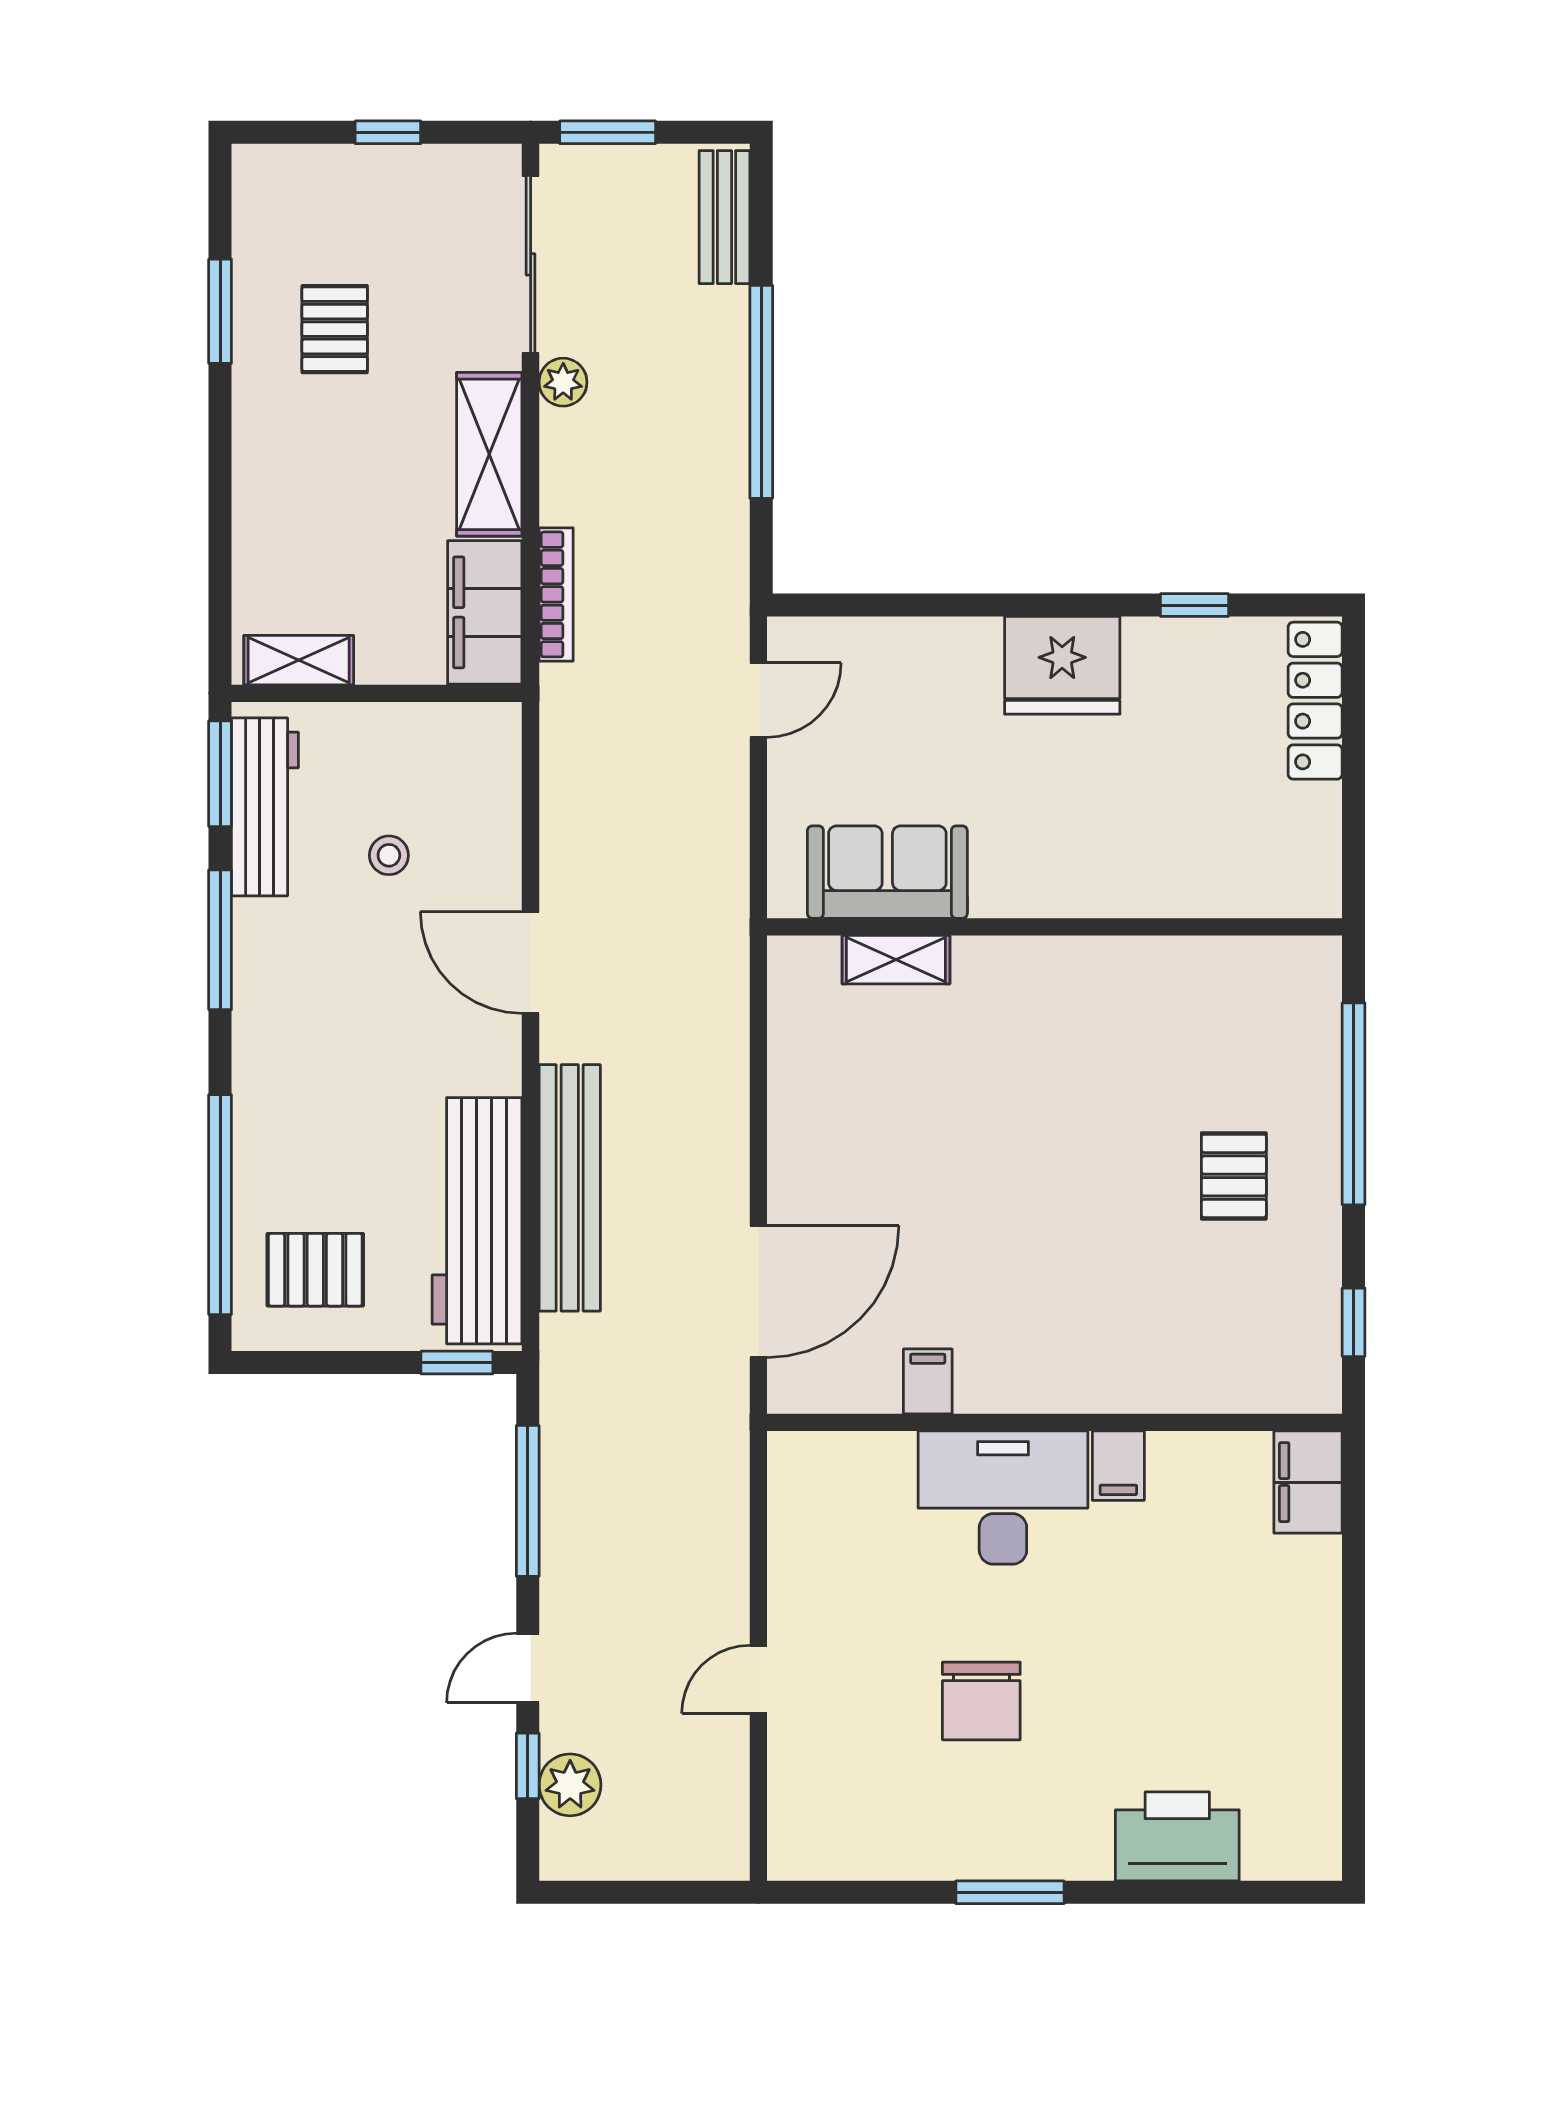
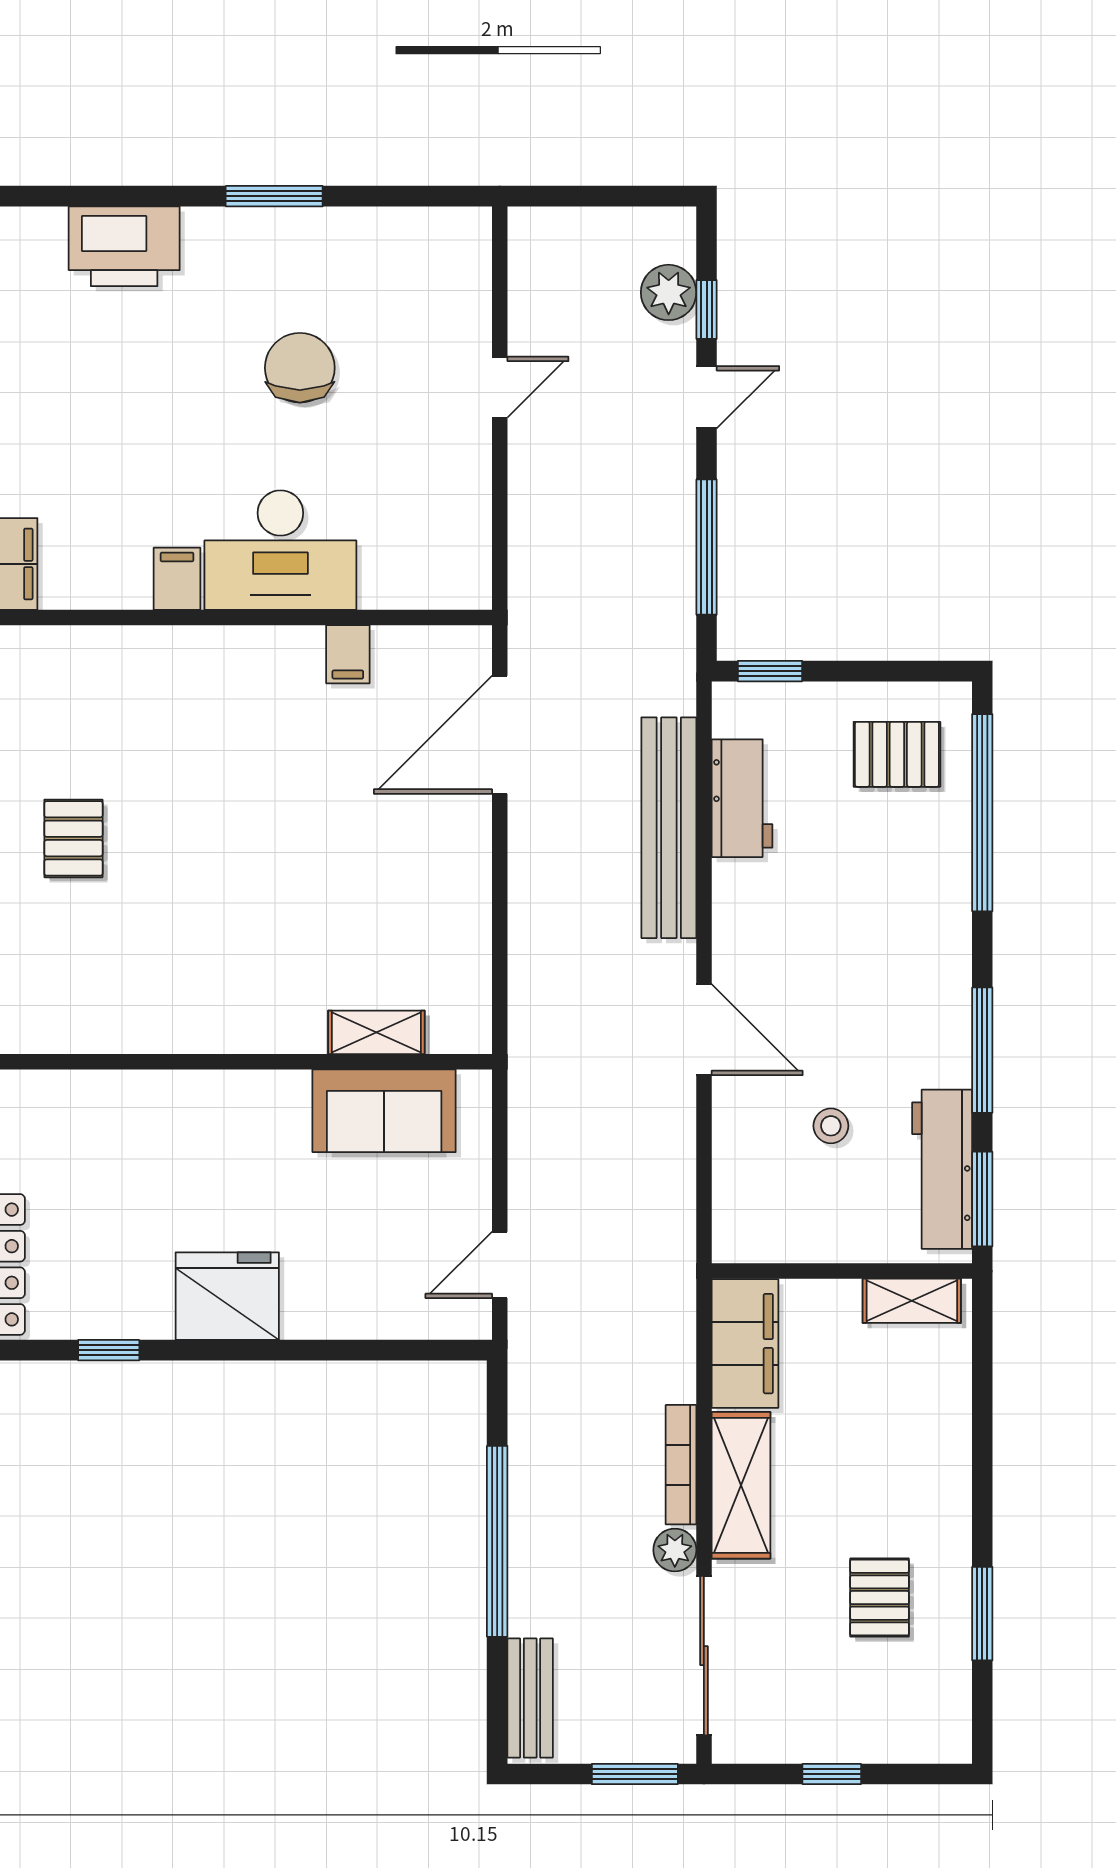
bookcase: (556, 594) -> (681, 1465), moved
workbench: (477, 1221) -> (742, 798), width x0.53, depth x0.76

